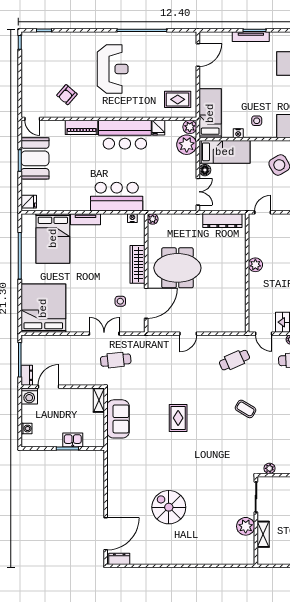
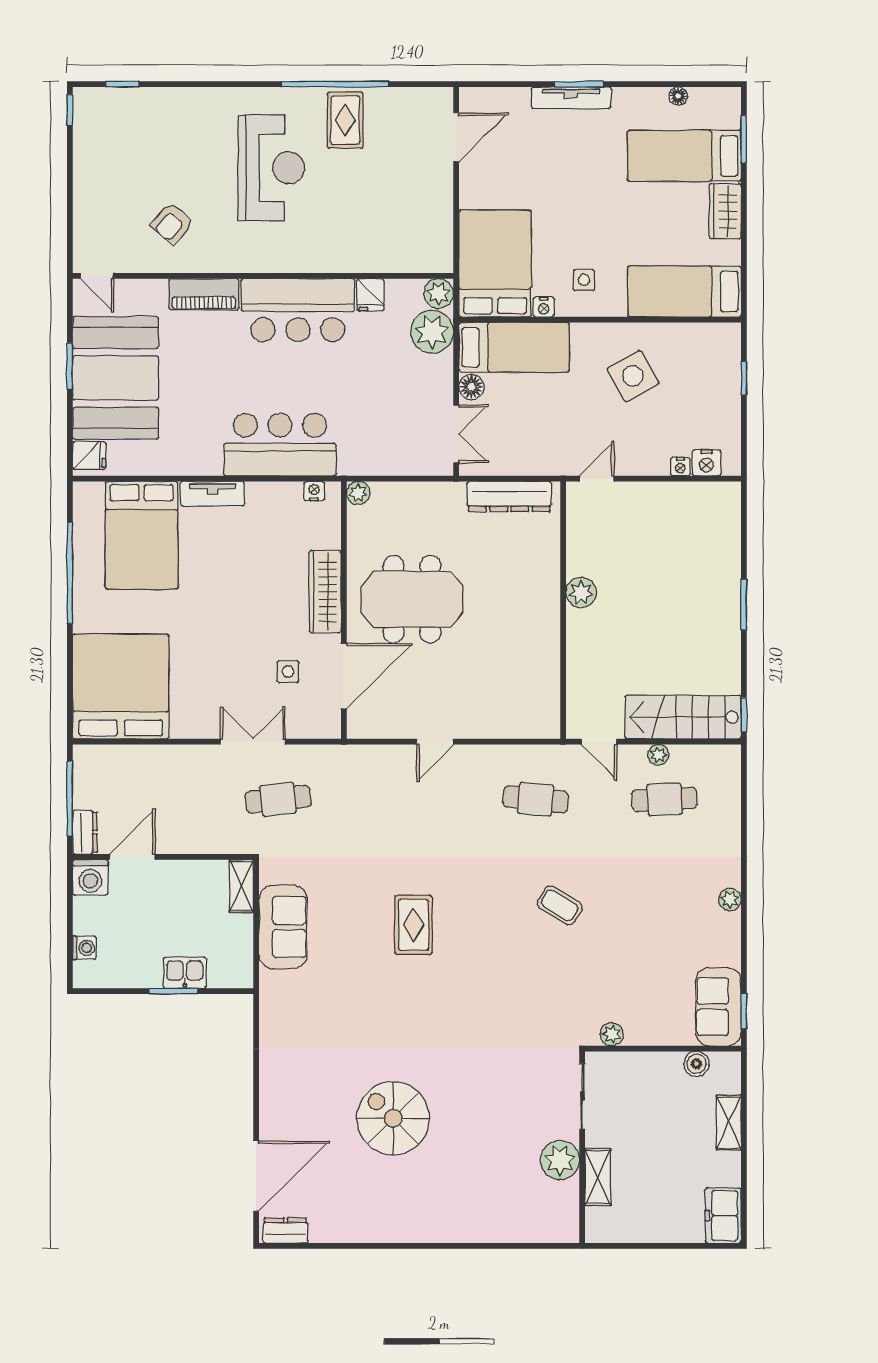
rug: (178, 99) -> (345, 120), moved, turned 90
bed: (210, 113) -> (495, 264), width x1.50
booth: (35, 158) -> (116, 378), width x1.36, depth x1.42
cafe table: (234, 360) -> (536, 799), turned 30

